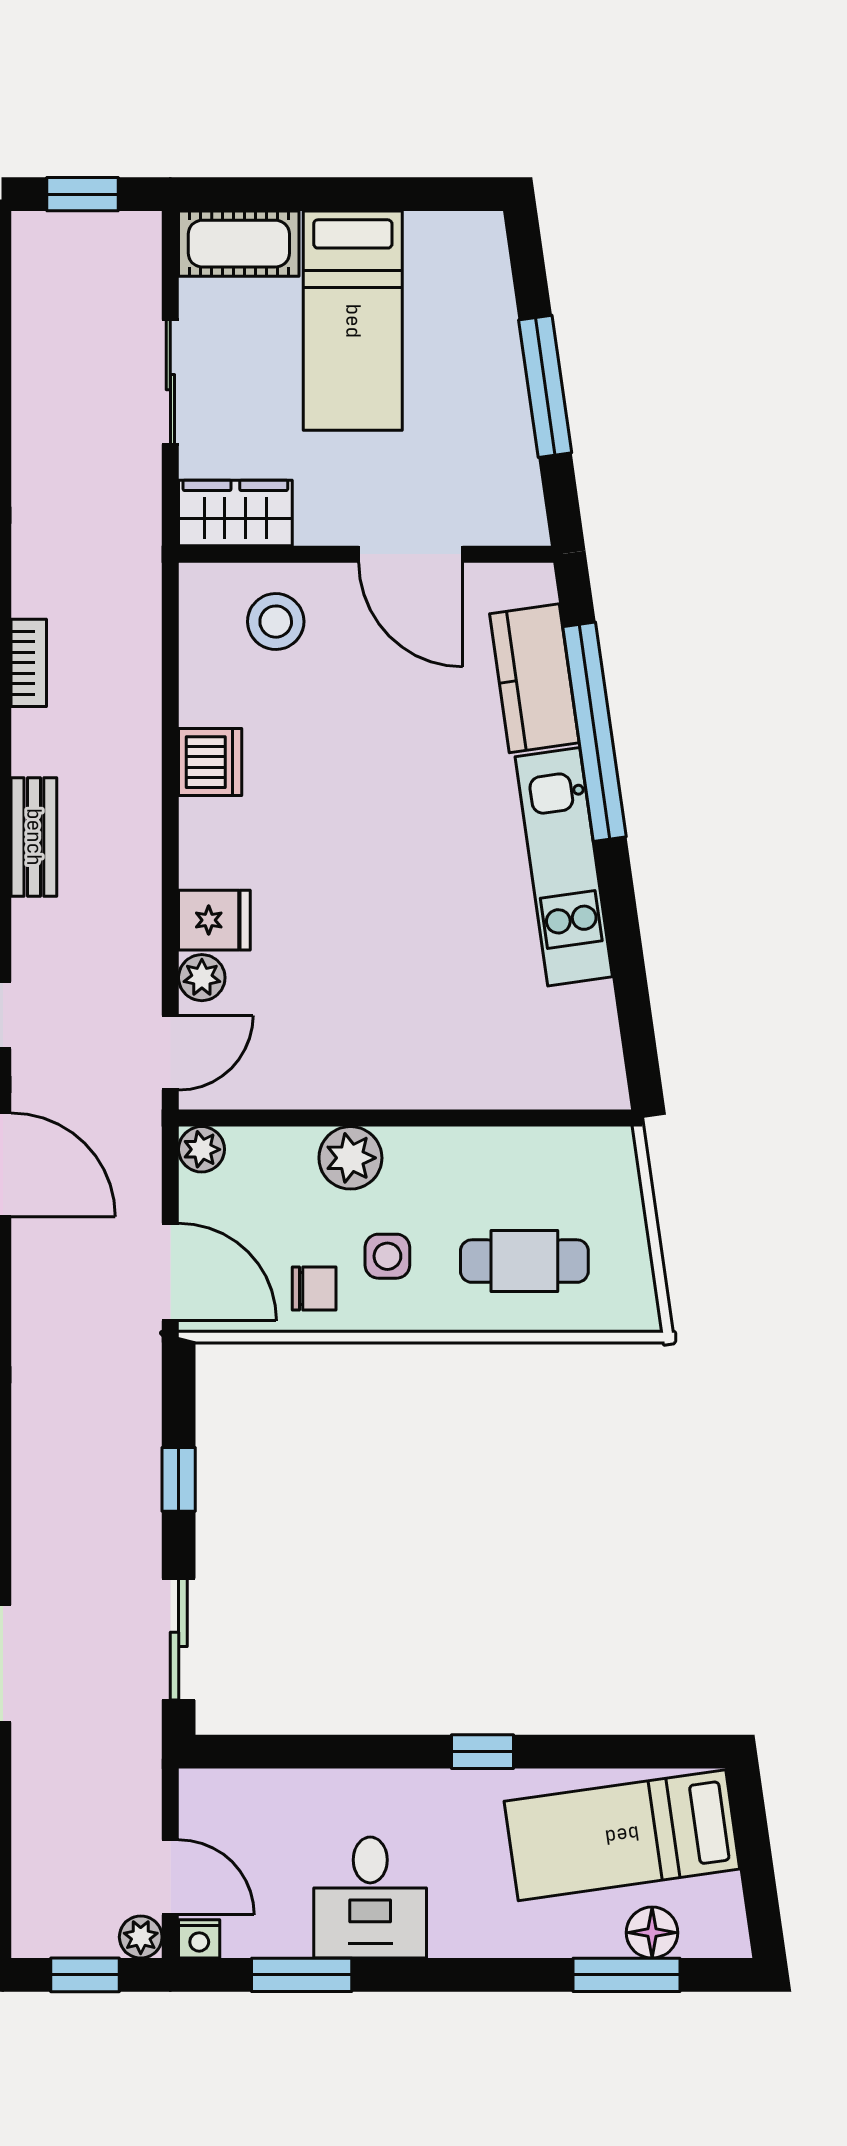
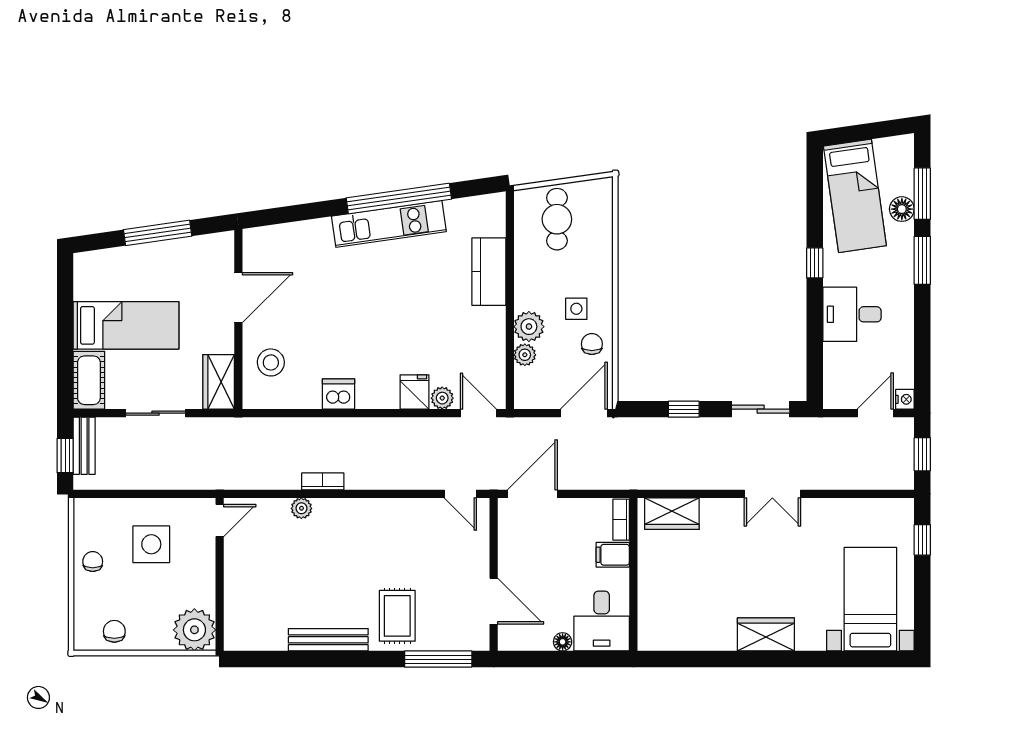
bookcase: (29, 663) -> (323, 481), moved
kitchen counter: (534, 678) -> (489, 272), moved, turned 98
window: (594, 732) -> (399, 198), moved
bench: (34, 837) -> (84, 446), moved, turned 90
plant: (202, 1149) -> (525, 355), moved
cafe table: (524, 1261) -> (557, 219), moved
desk: (370, 1898) -> (852, 314), moved, turned 180
floor lamp: (652, 1933) -> (902, 209), moved
plant: (141, 1937) -> (904, 427), removed
window: (302, 1975) -> (922, 260), moved

